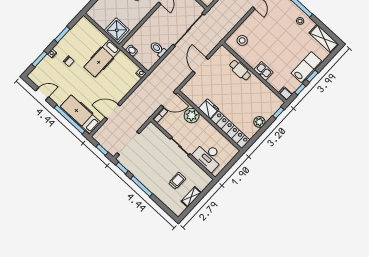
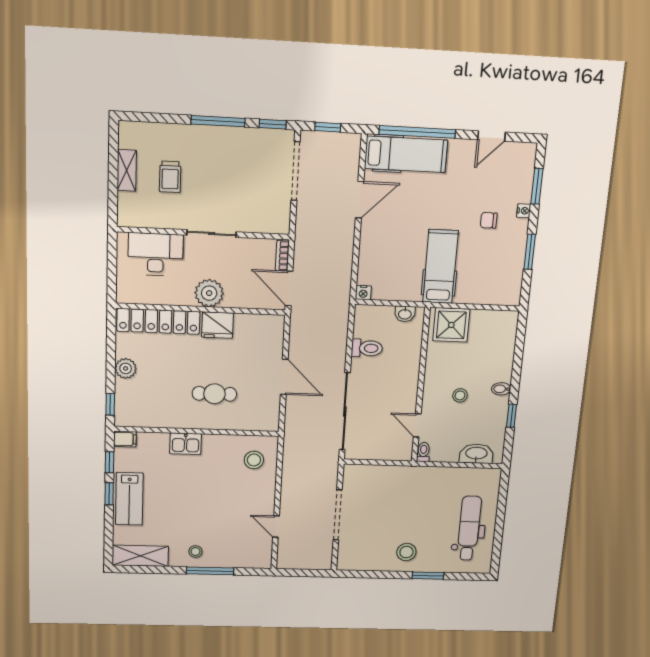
cafe table: (240, 70) -> (214, 394), moved
door: (168, 100) -> (289, 288), hinge flipped
plant: (192, 116) -> (209, 293), moved

